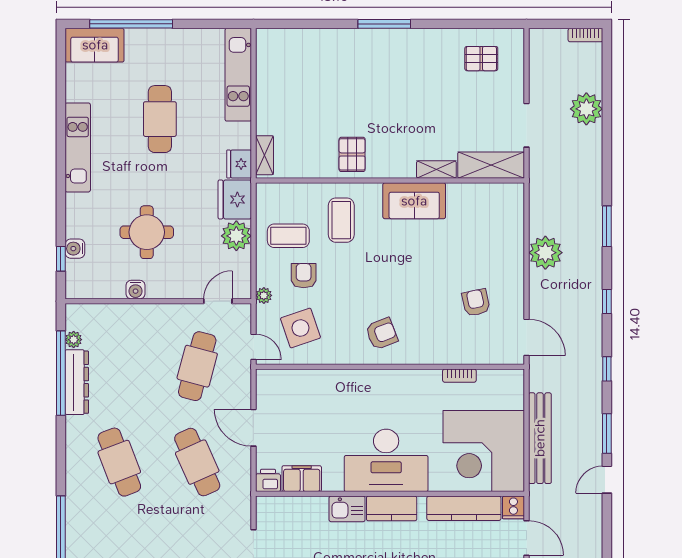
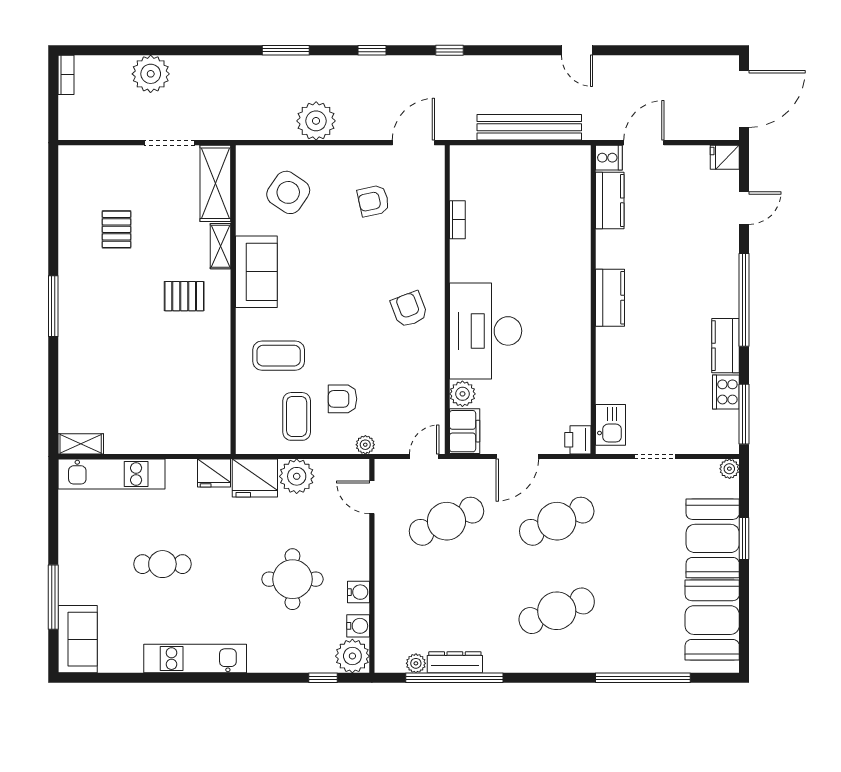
window: (131, 24) -> (53, 597), width x0.68
pallet: (481, 59) -> (116, 229), moved
cafe table: (160, 119) -> (162, 564), width x0.73, depth x0.74
pallet: (352, 154) -> (184, 296), moved
shelving: (264, 155) -> (81, 444), moved
water cooler: (75, 249) -> (358, 626), moved, turned -90
plant: (80, 284) -> (352, 656), added
side table: (300, 328) -> (288, 192), moved, turned -37
cafe table: (197, 366) -> (446, 521), turned -39
plant: (308, 380) -> (462, 394), added
dresser: (77, 382) -> (455, 662), width x0.73, depth x0.80
window: (607, 434) -> (524, 50), removed
corner desk: (484, 451) -> (544, 192), removed
desk: (386, 460) -> (486, 331), moved, turned 180
filing cabinet: (302, 479) -> (465, 431), moved, turned 180
kitchen counter: (464, 508) -> (610, 200), width x0.67
kitchen sink: (347, 509) -> (611, 425), moved

